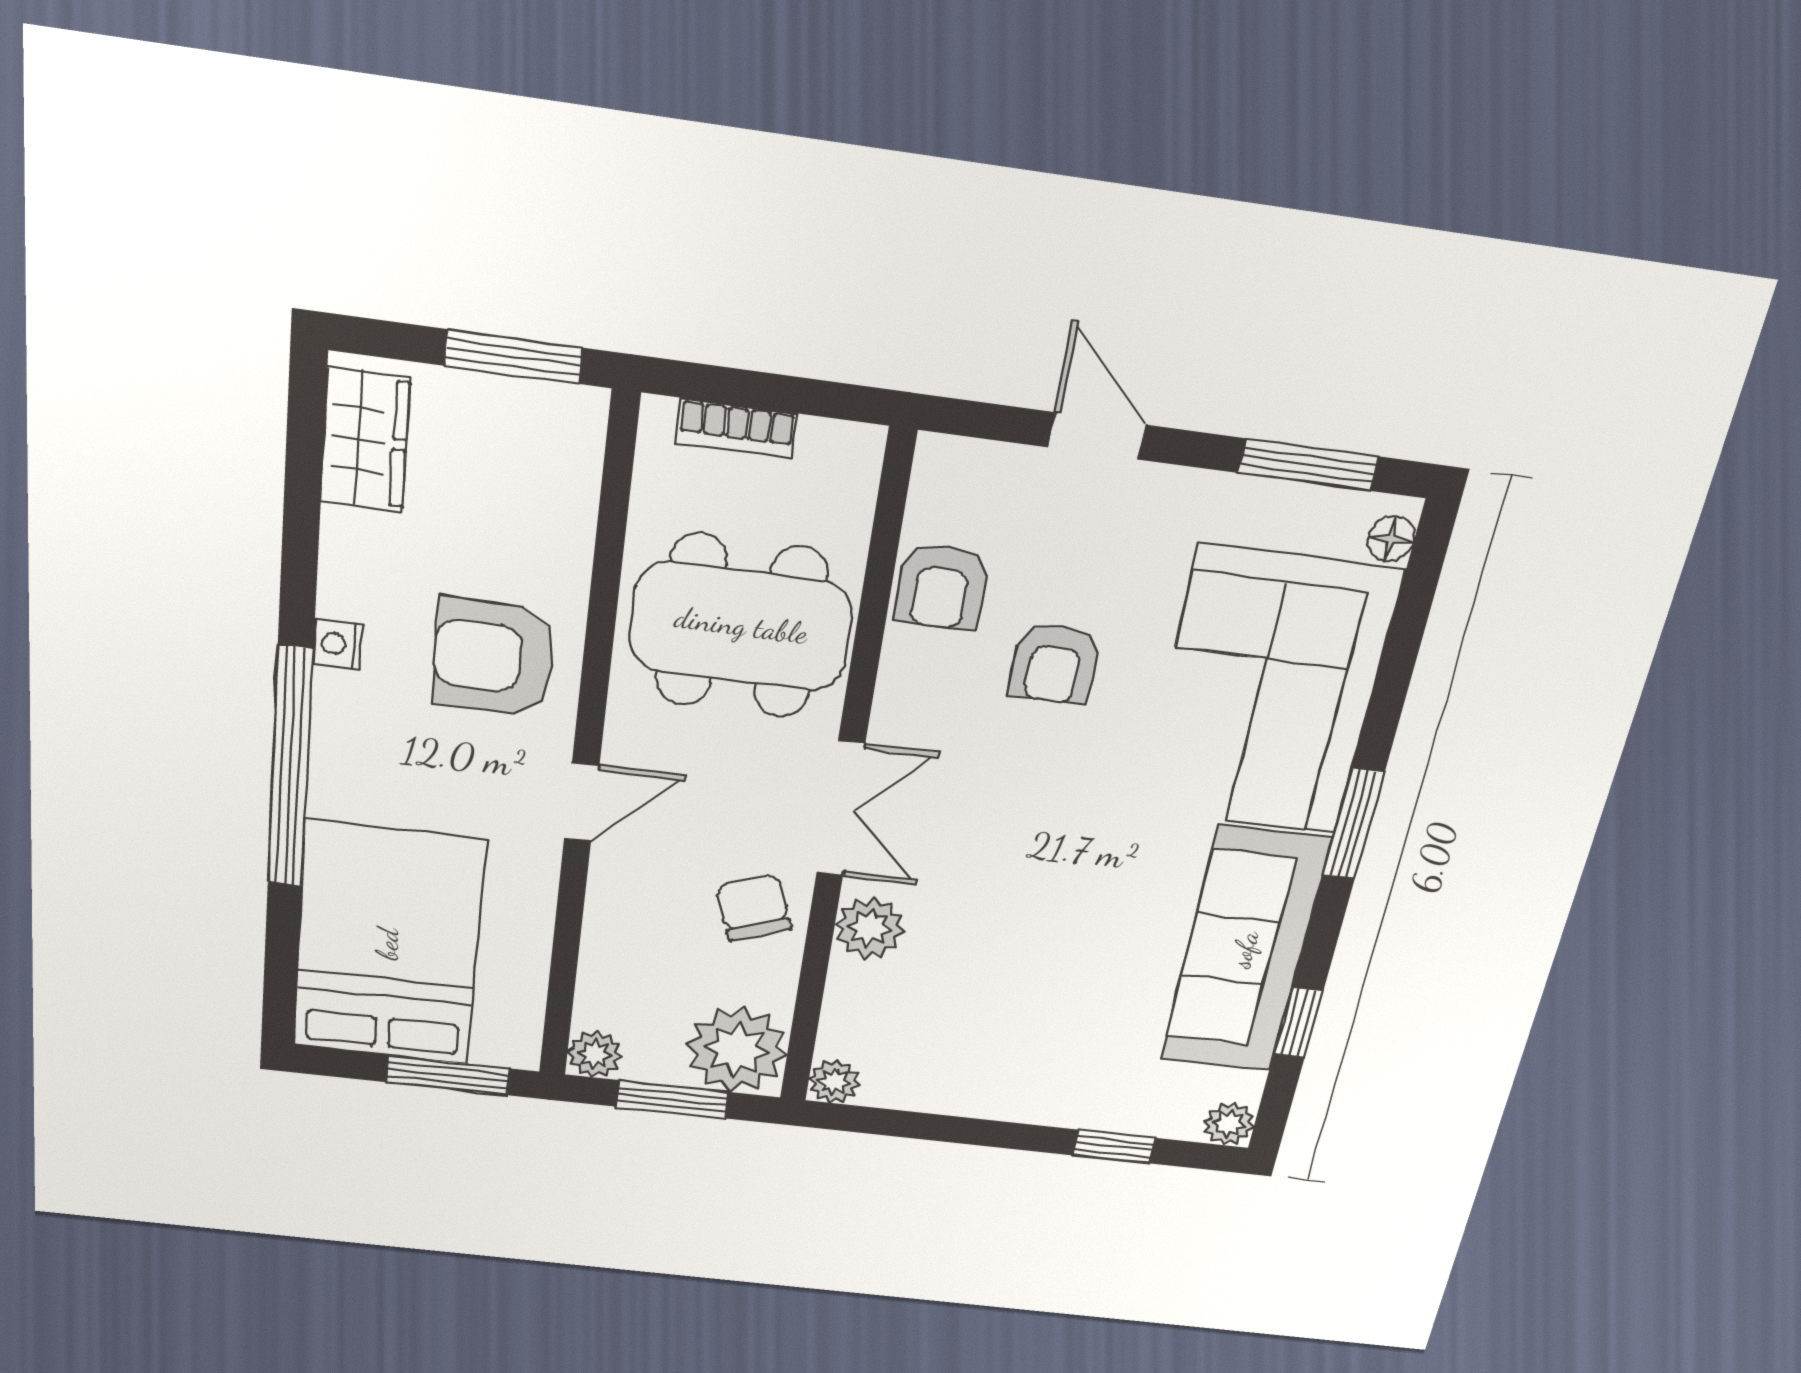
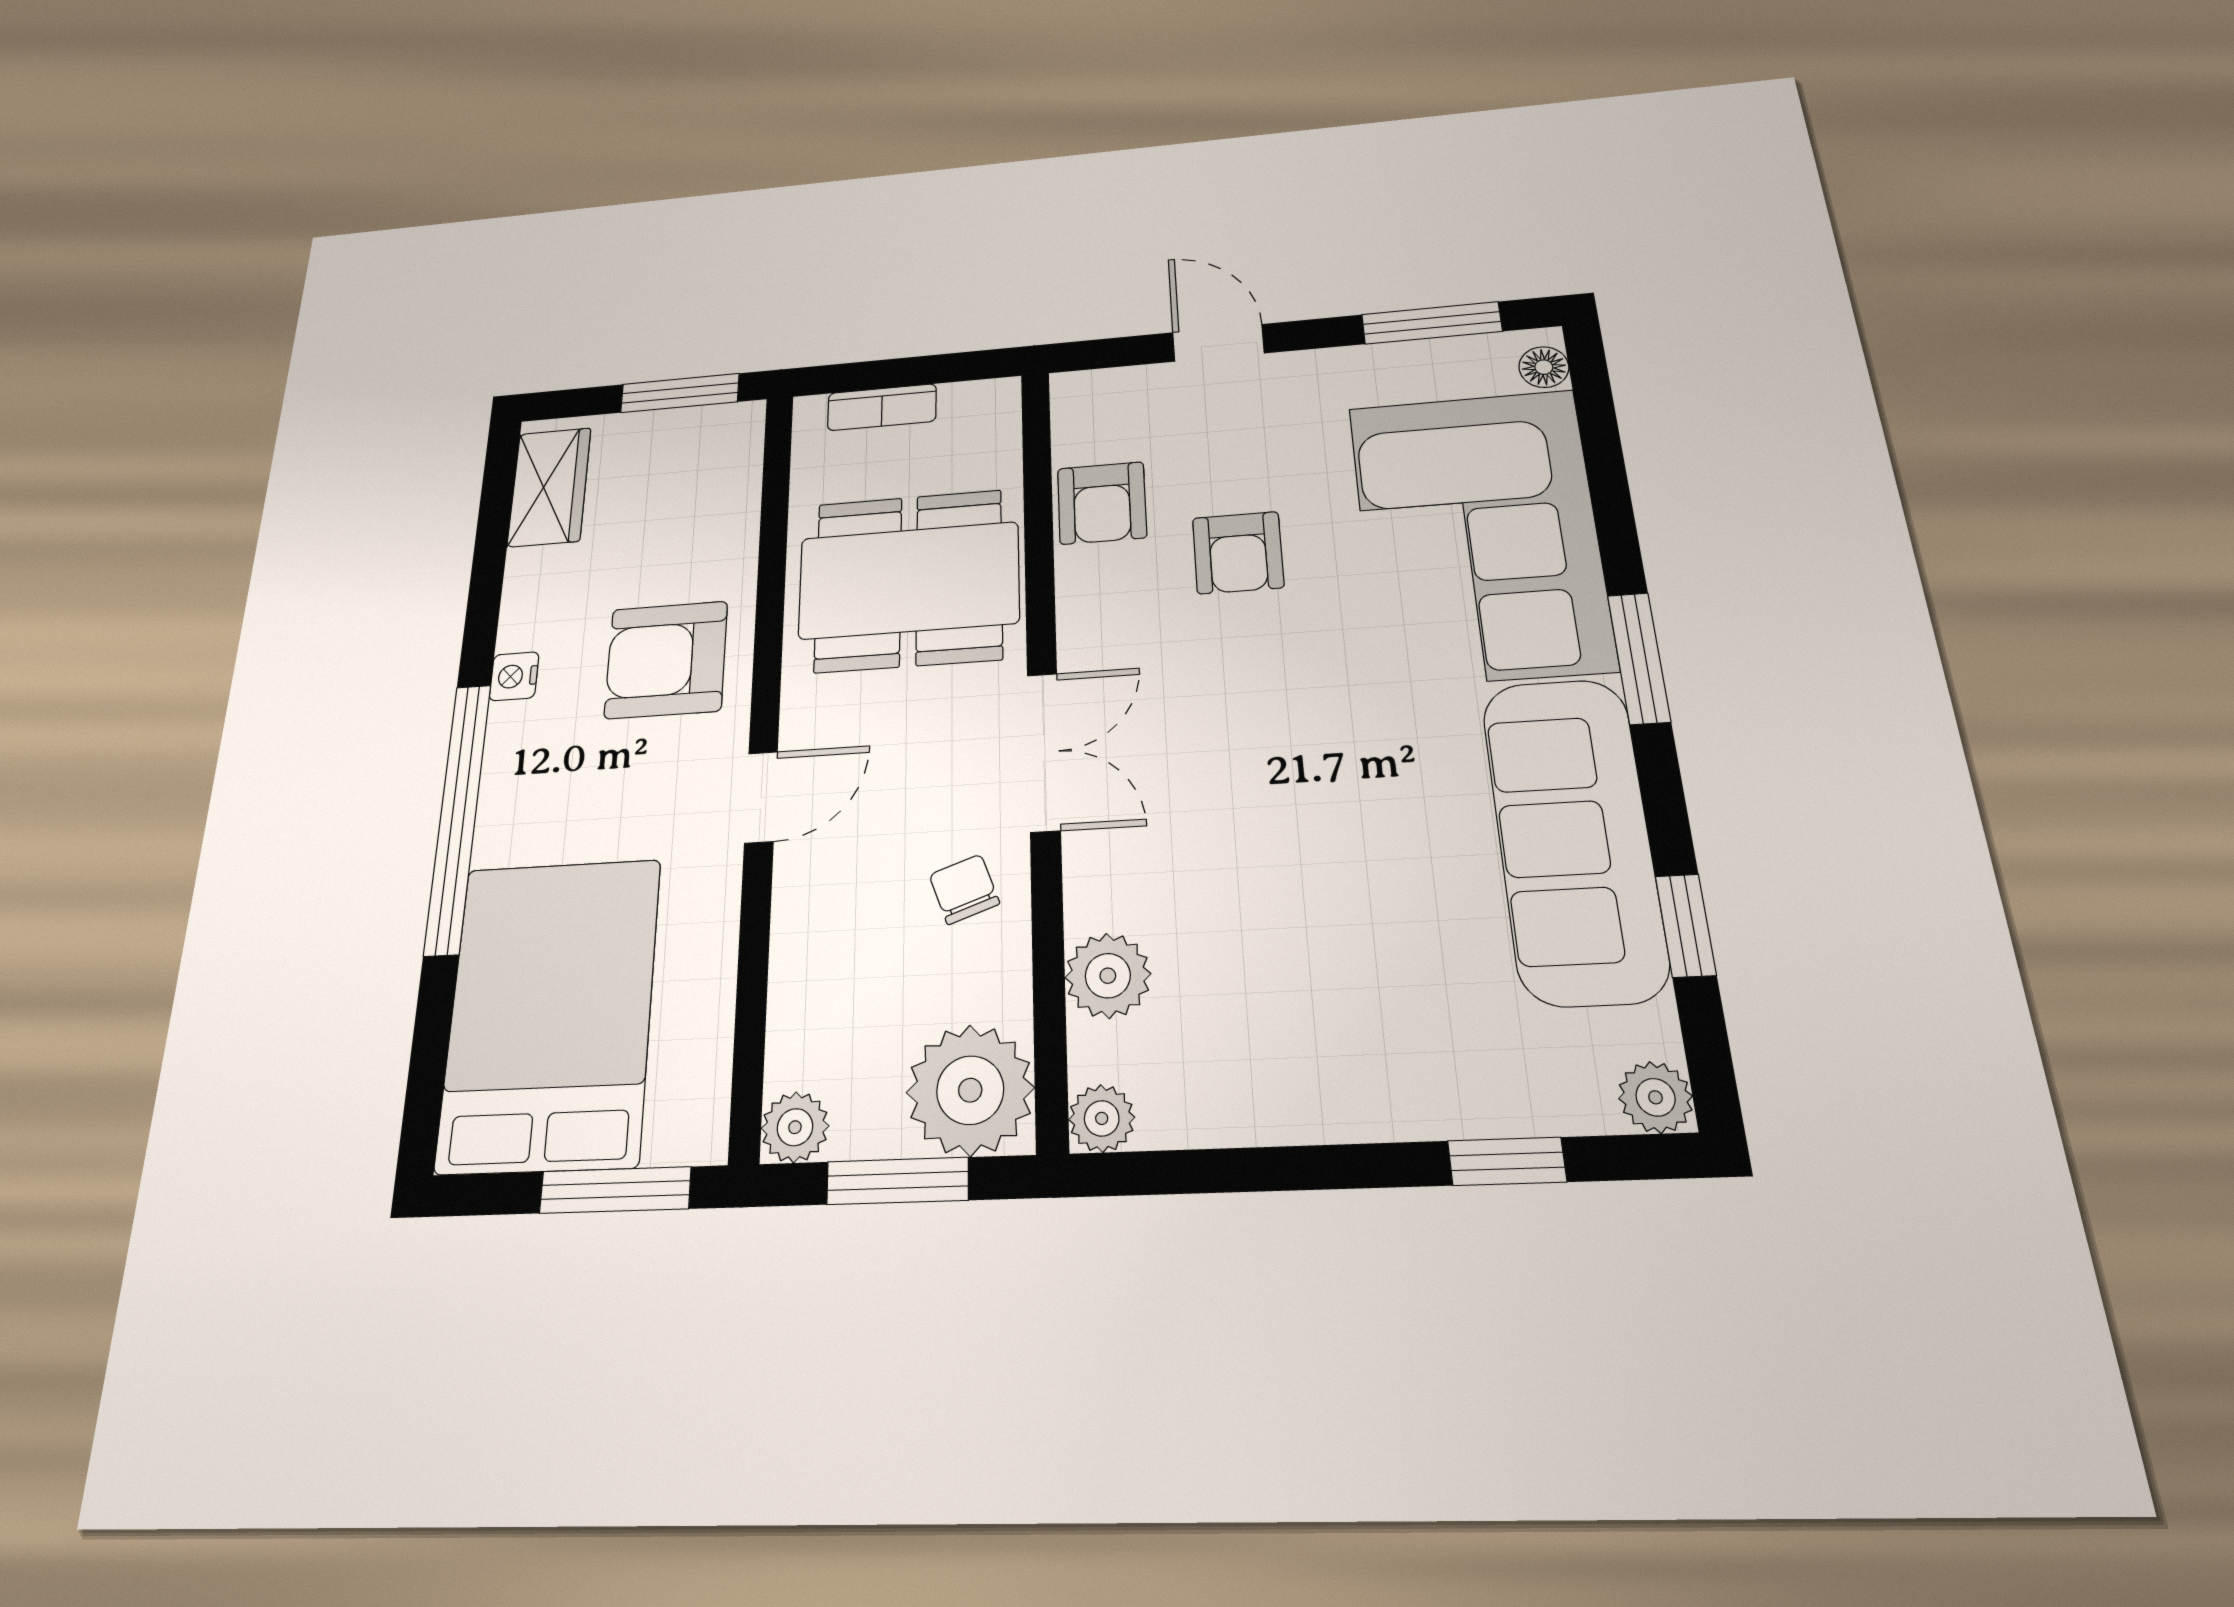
chair: (754, 907) -> (964, 889), width x0.73, depth x0.73
plant: (870, 928) -> (1108, 976), moved

